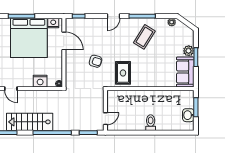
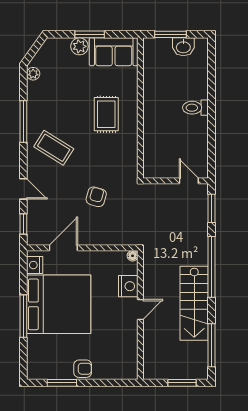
door: (114, 16) -> (23, 189), moved
coffee table: (144, 37) -> (54, 148), moved
rug: (123, 73) -> (106, 114), moved, turned 90
door: (11, 89) -> (140, 309), moved

